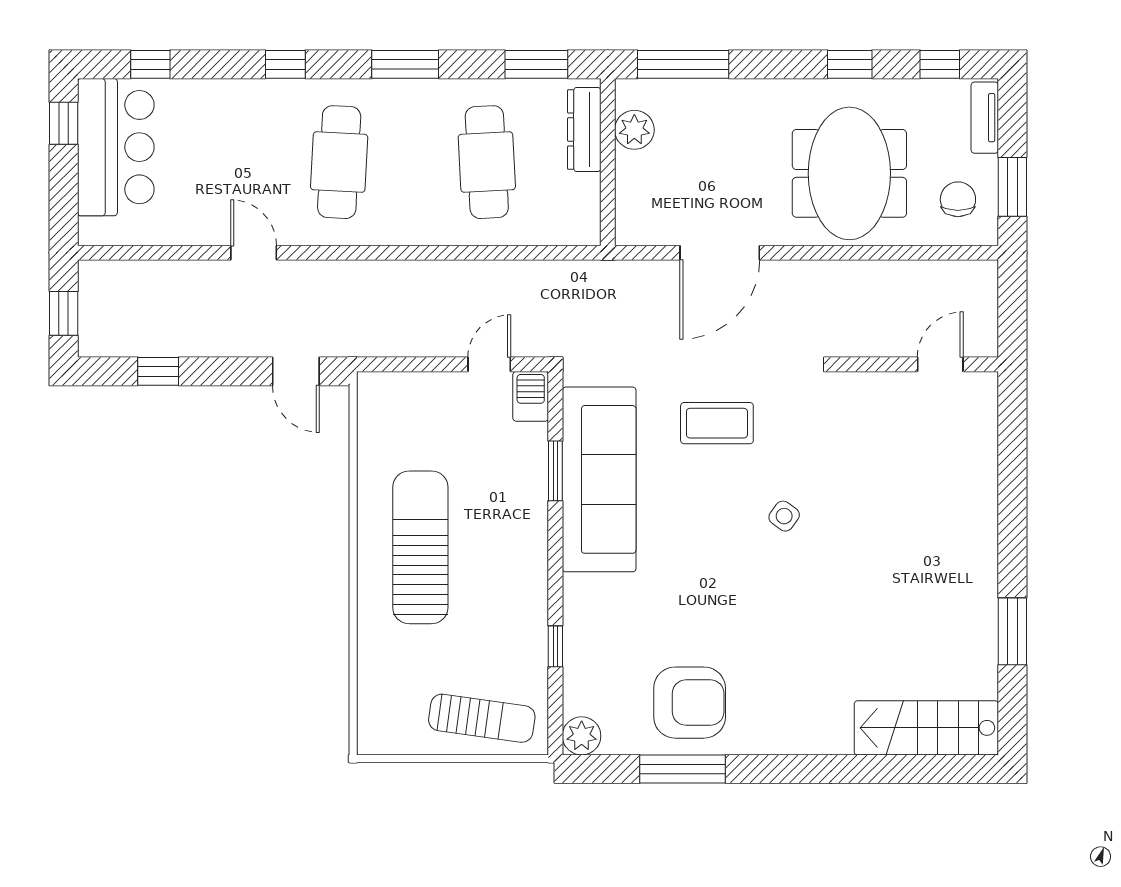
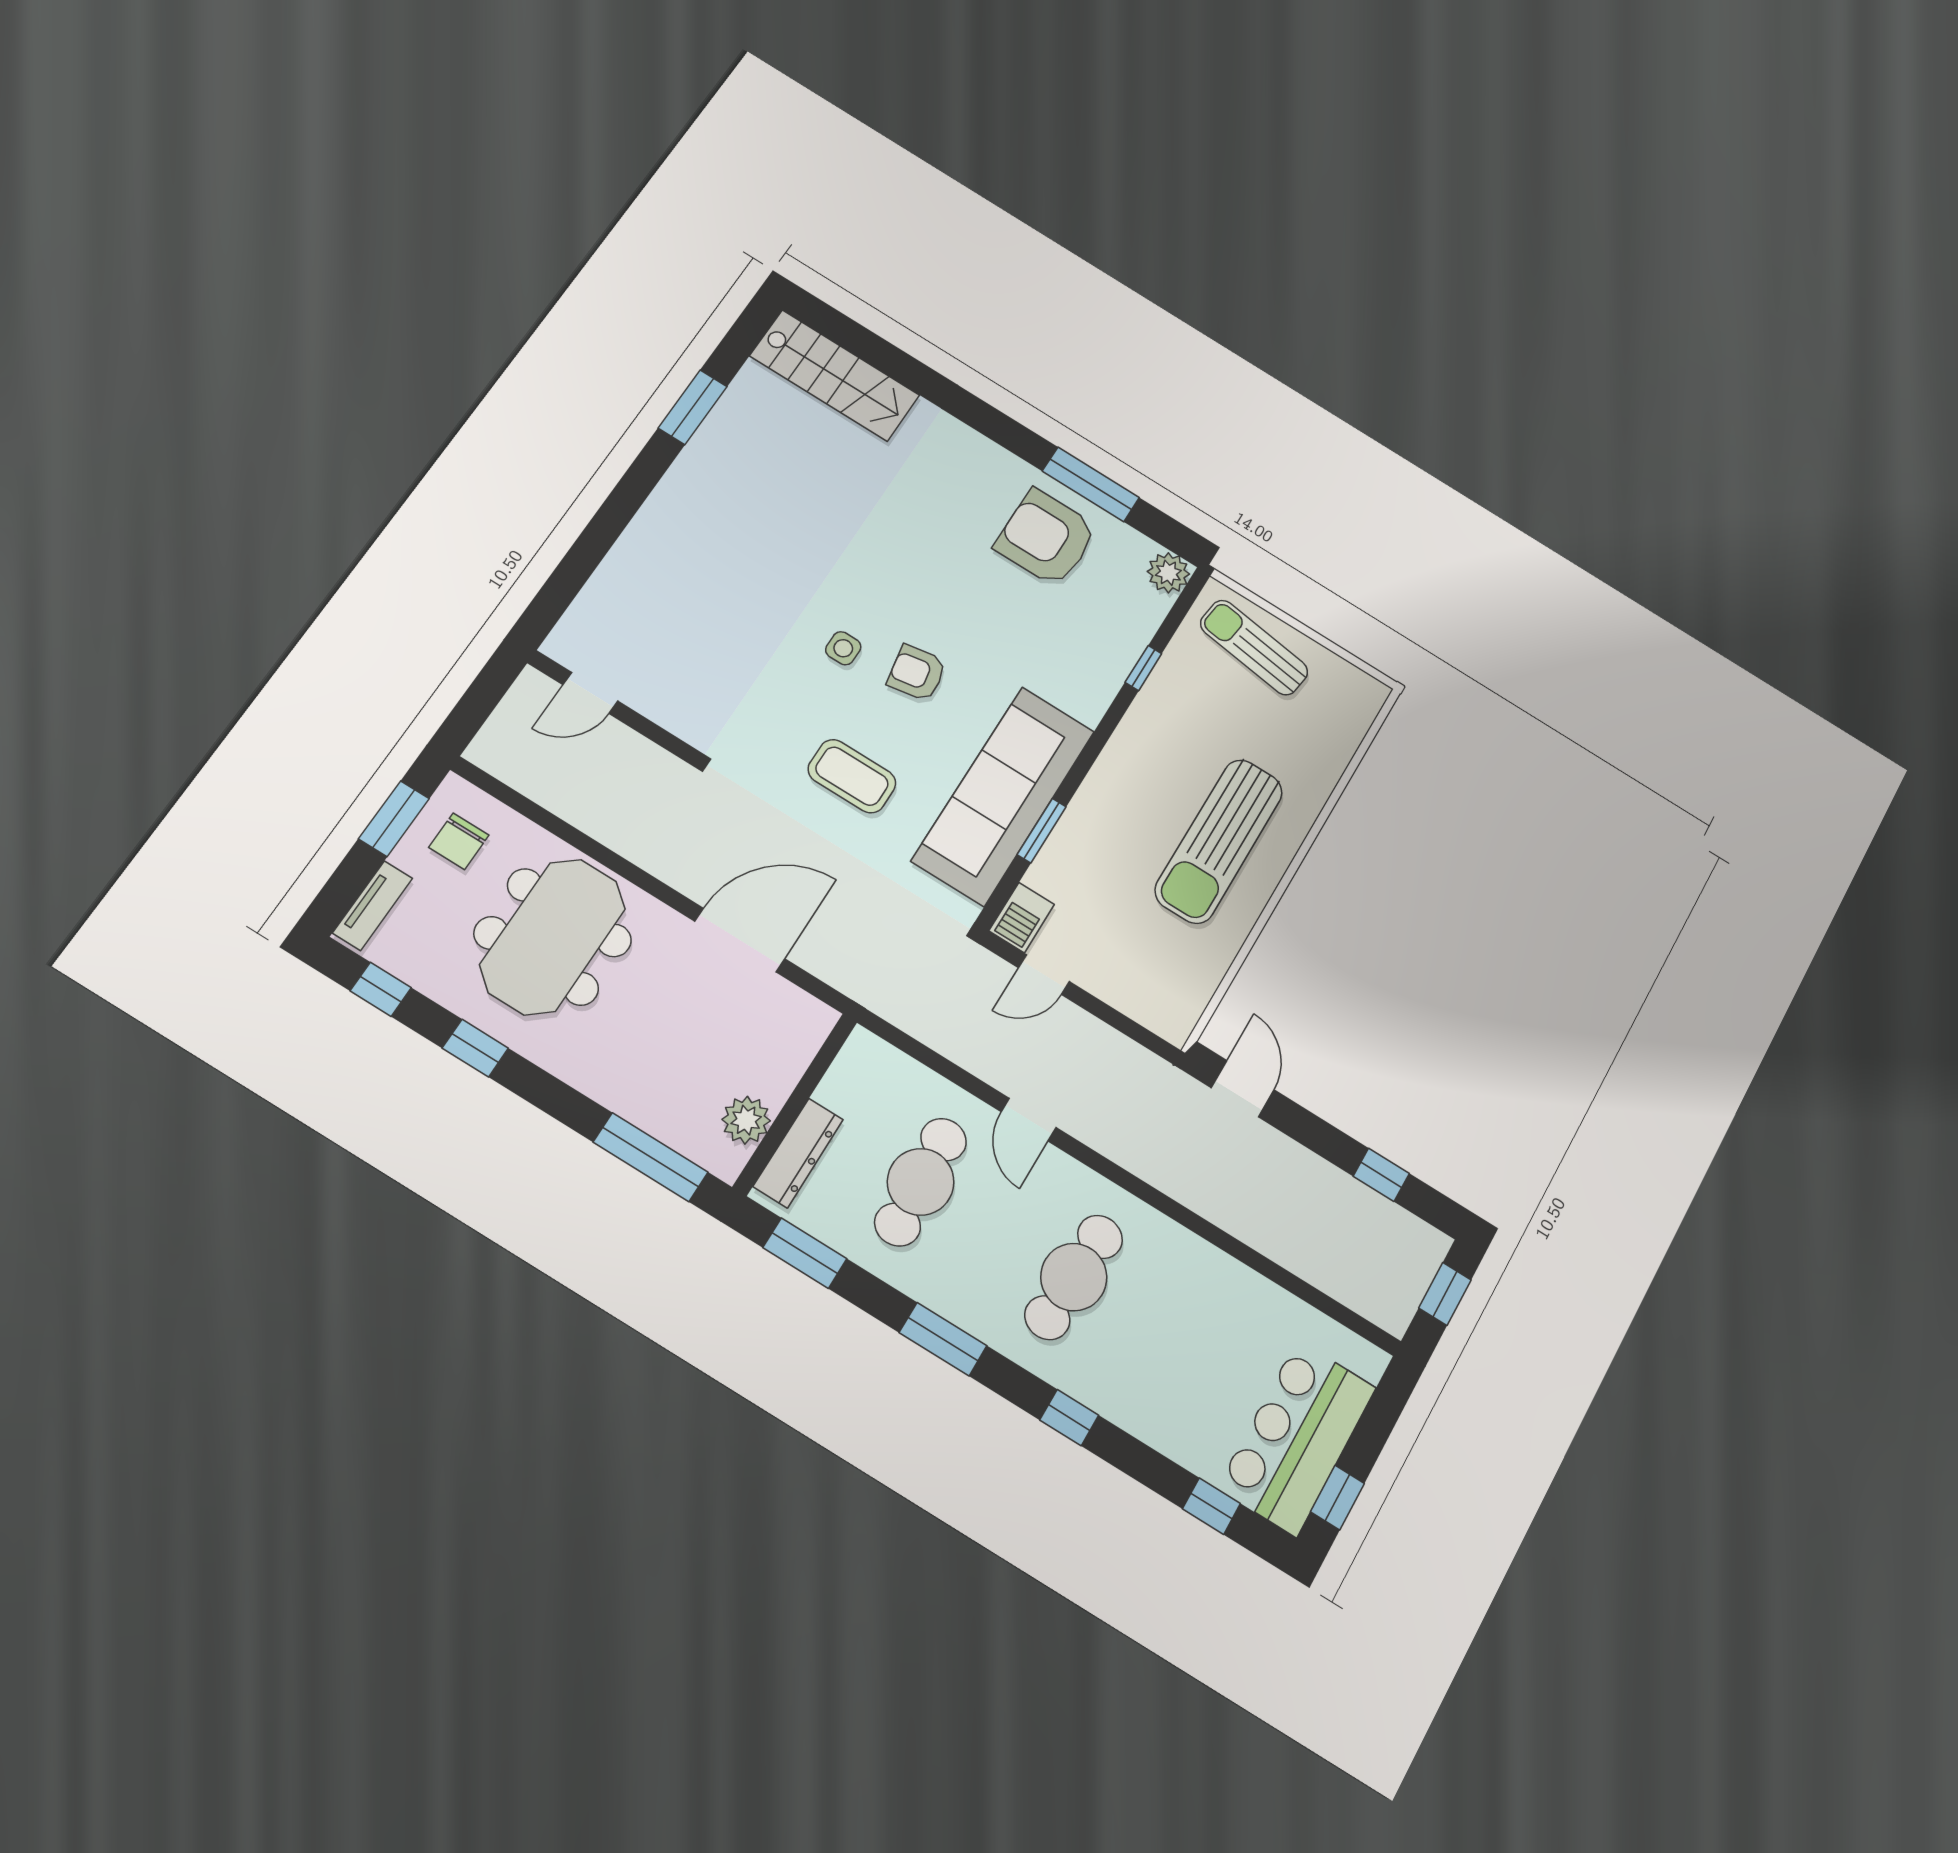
door: (254, 253) -> (1029, 1120), moved
side table: (784, 516) -> (843, 648), turned -36
armchair: (719, 532) -> (917, 673), added

